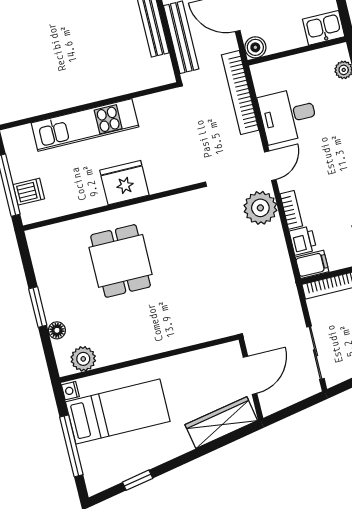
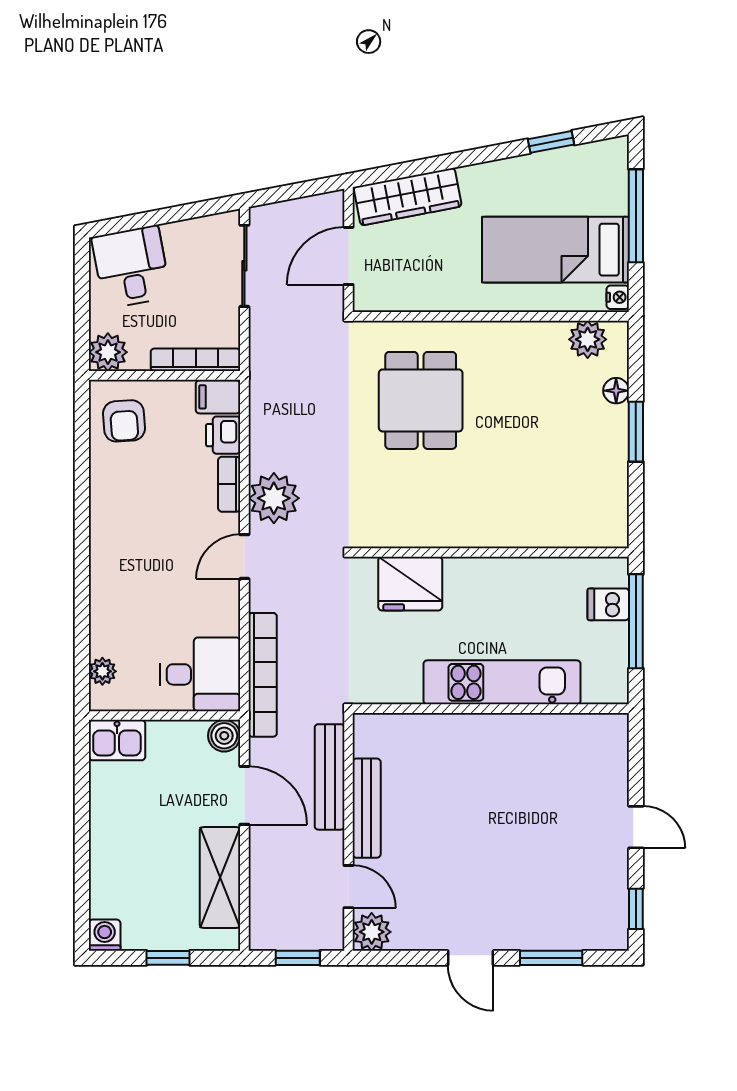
desk: (288, 115) -> (200, 674), moved
fridge: (124, 183) -> (410, 584), moved
dining table: (121, 261) -> (421, 400), moved

